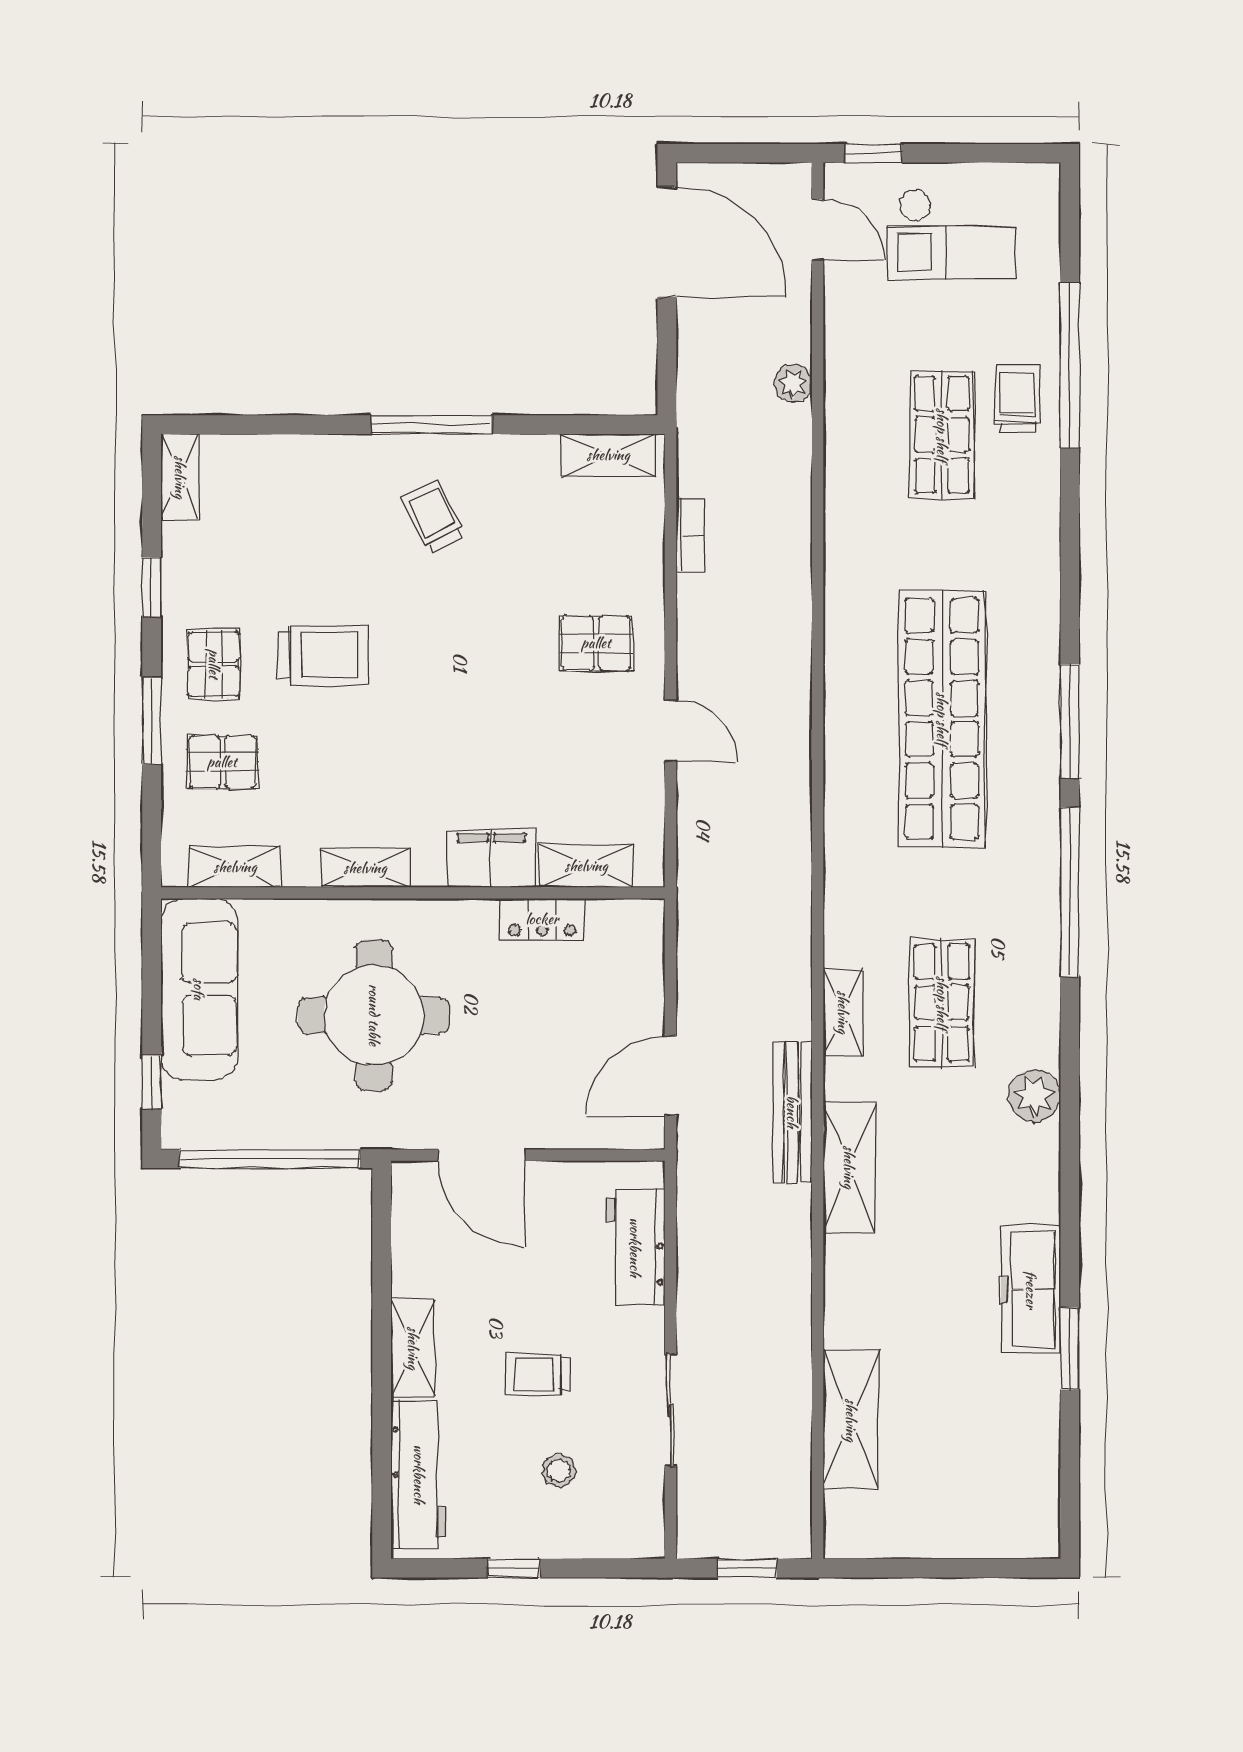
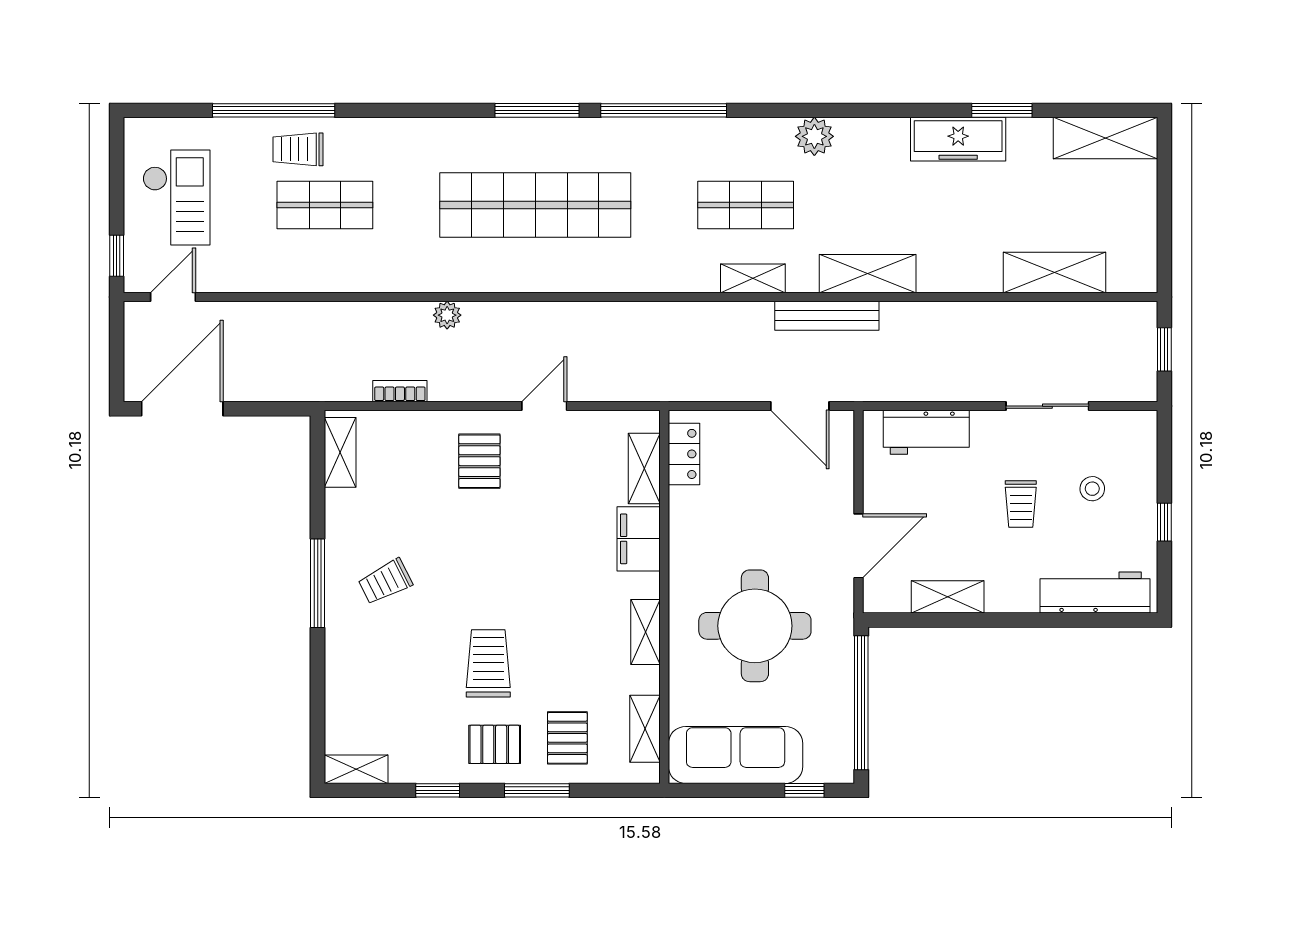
plant: (793, 383) -> (447, 315), moved
locker: (542, 919) -> (684, 454), moved
shelving: (413, 1348) -> (948, 597), moved
shelving: (1032, 1489) -> (1106, 138), added

